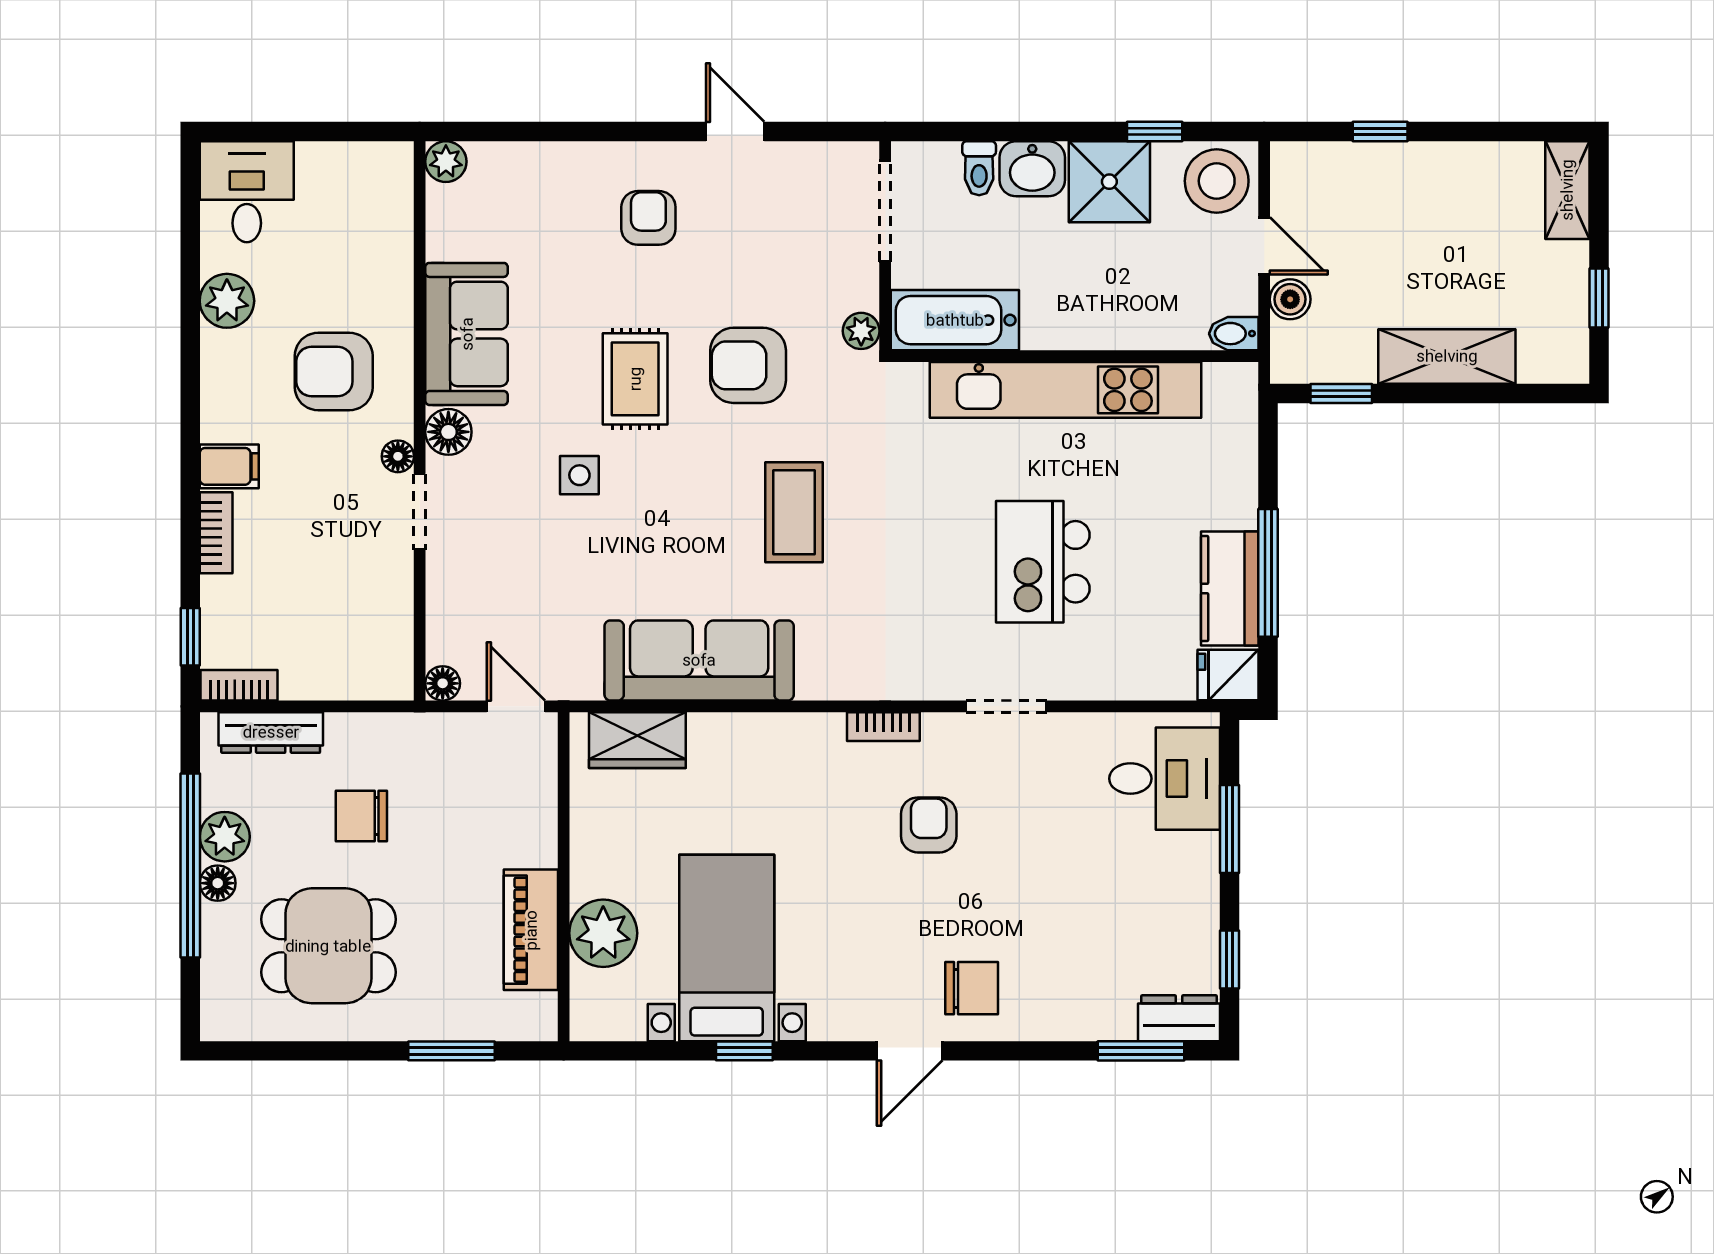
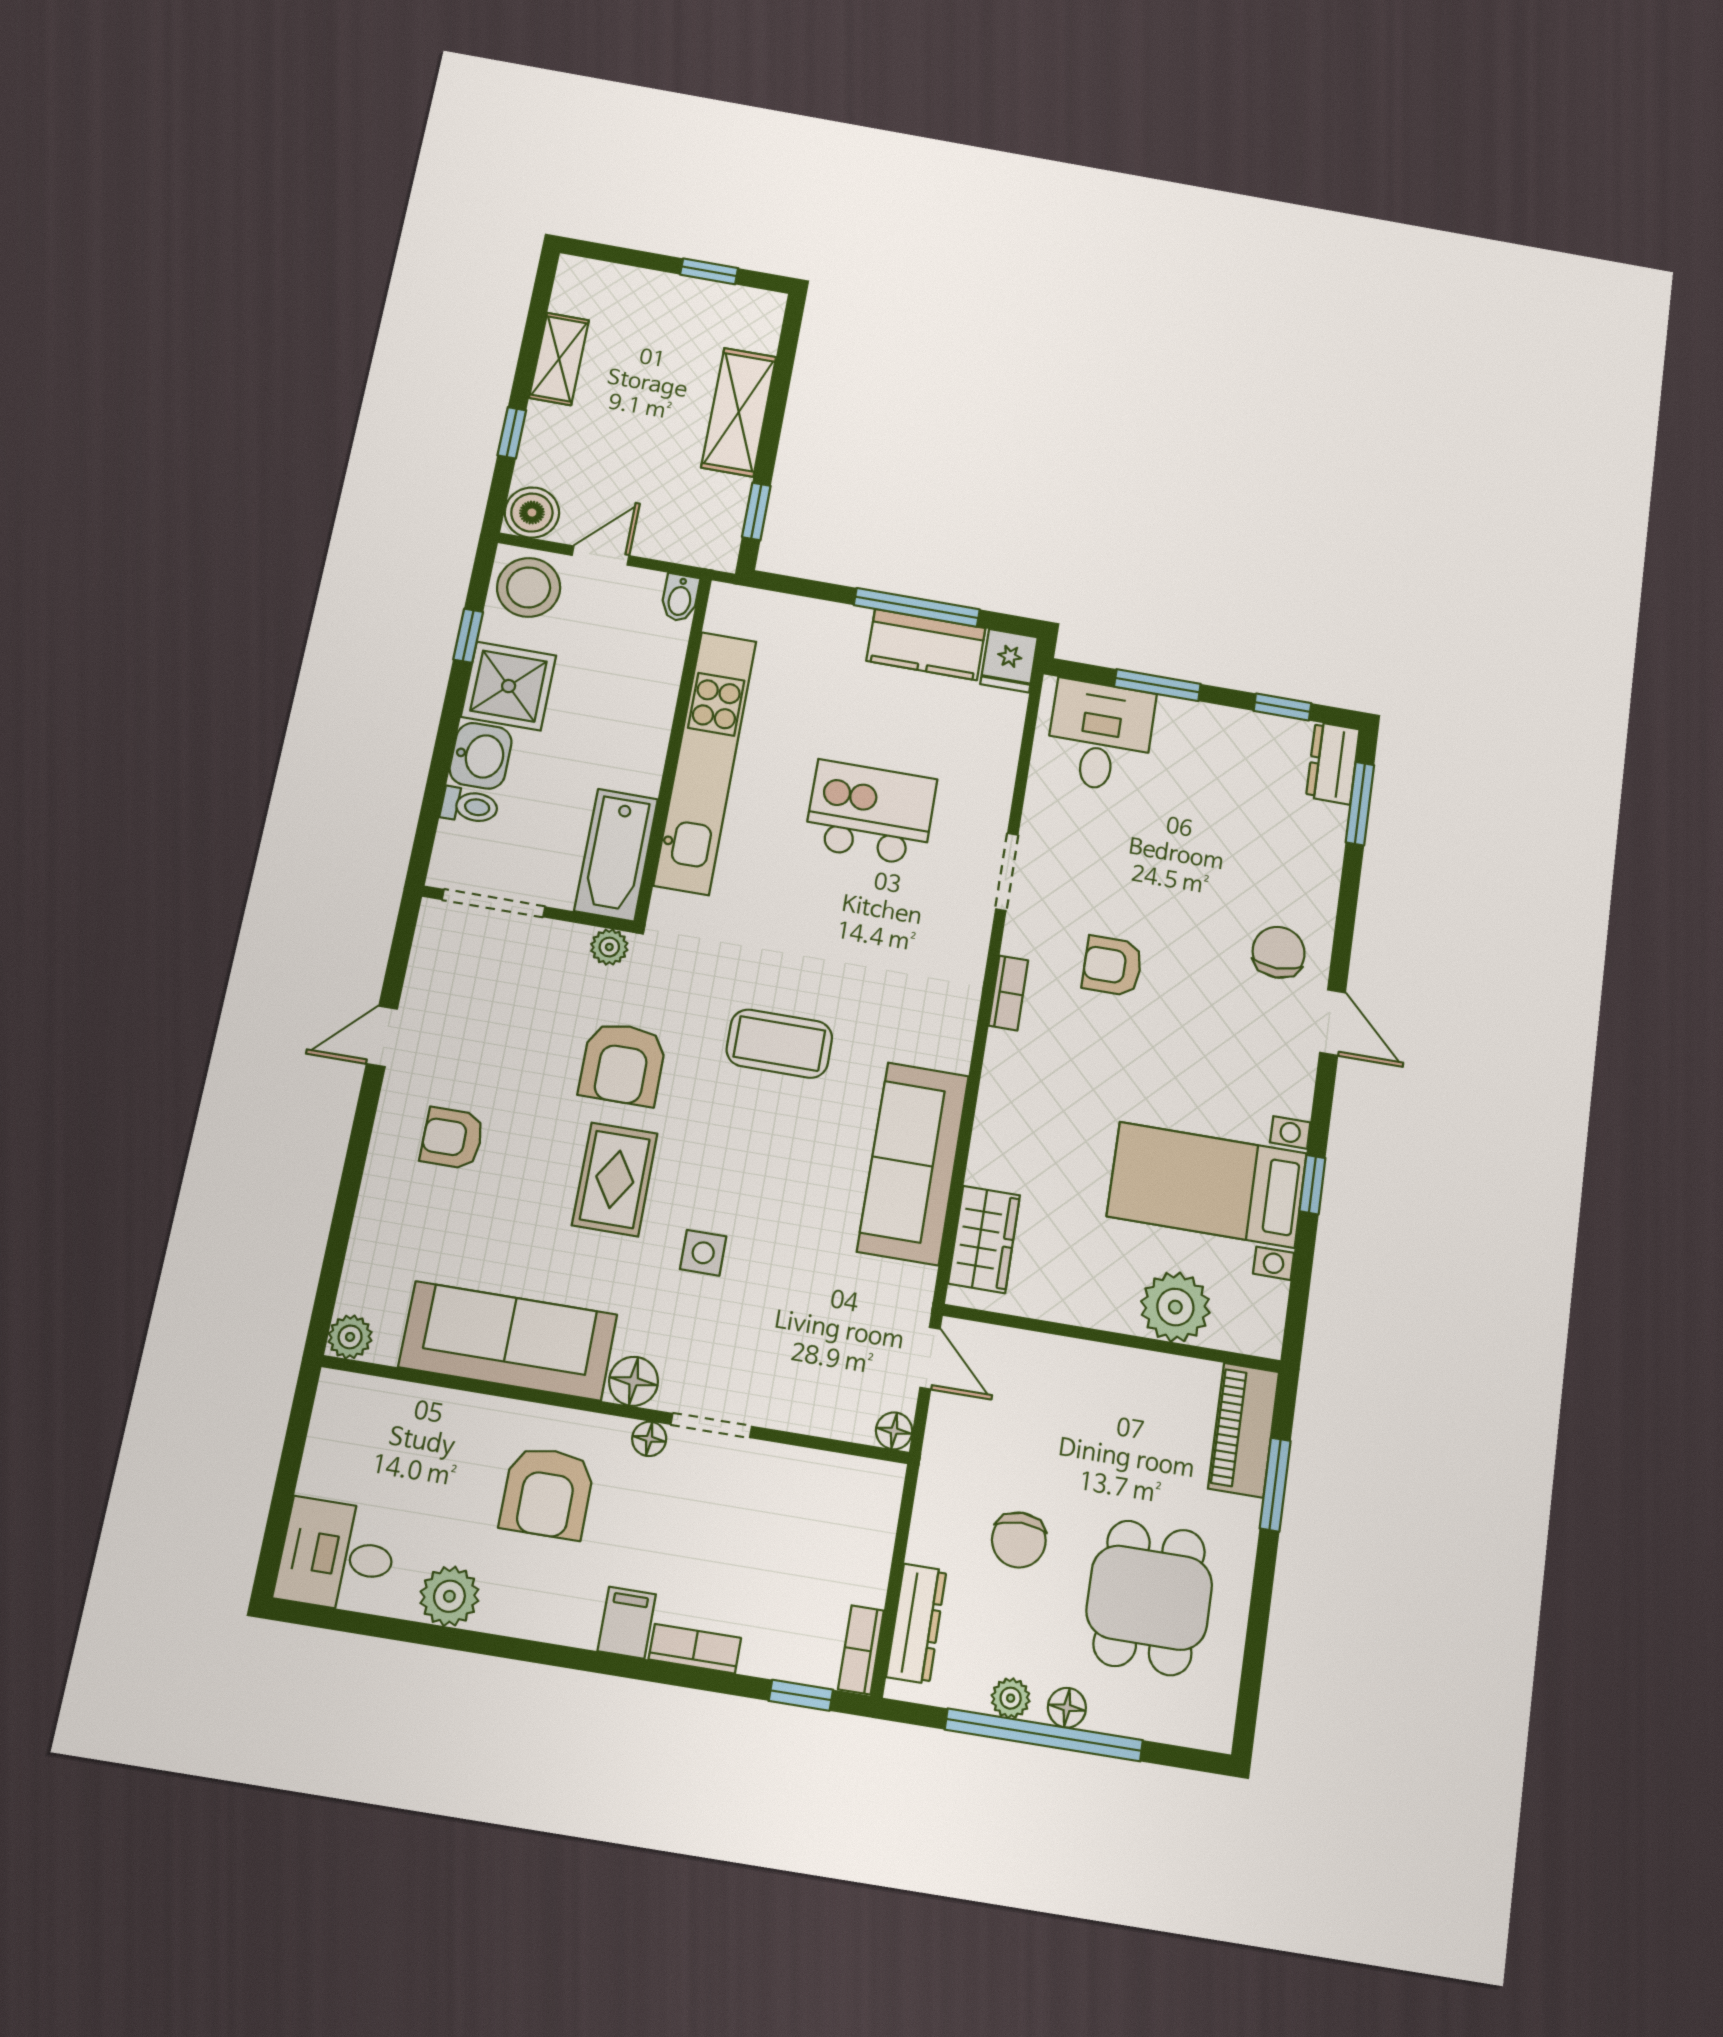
shelving: (1567, 190) -> (559, 359), moved, turned 90
boiler: (1290, 299) -> (532, 513), moved, width x1.36, depth x1.36
sofa: (467, 334) -> (508, 1341), width x1.36
rug: (635, 379) -> (615, 1179), turned 90
kitchen island: (1043, 562) -> (870, 813), turned 180
door: (516, 706) -> (930, 1358), swing flipped
plant: (225, 837) -> (1011, 1698), width x0.73, depth x0.73
piano: (531, 930) -> (1244, 1430), moved, turned 90

